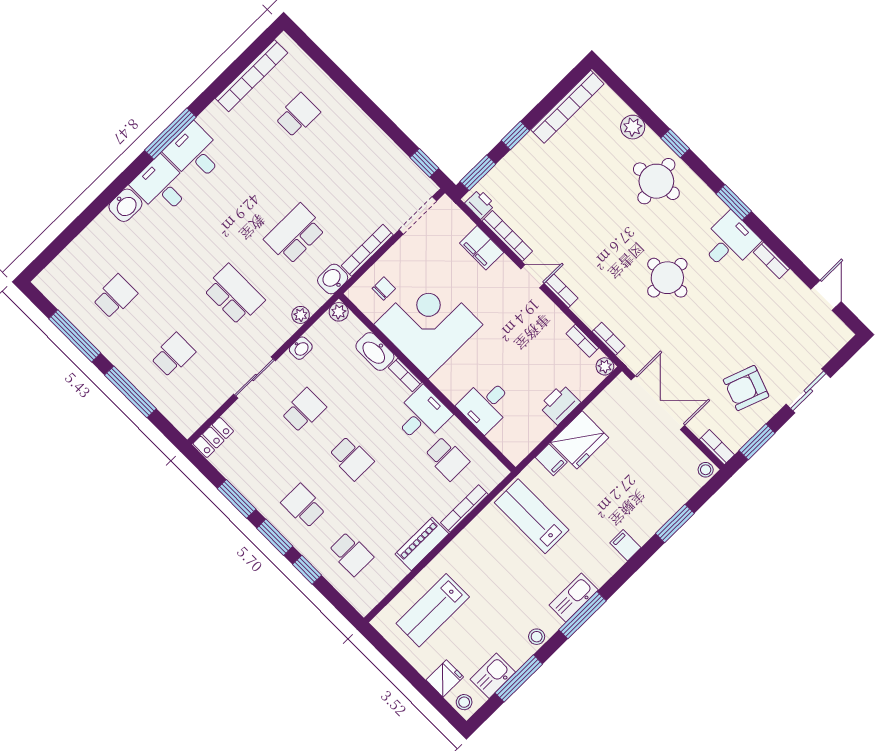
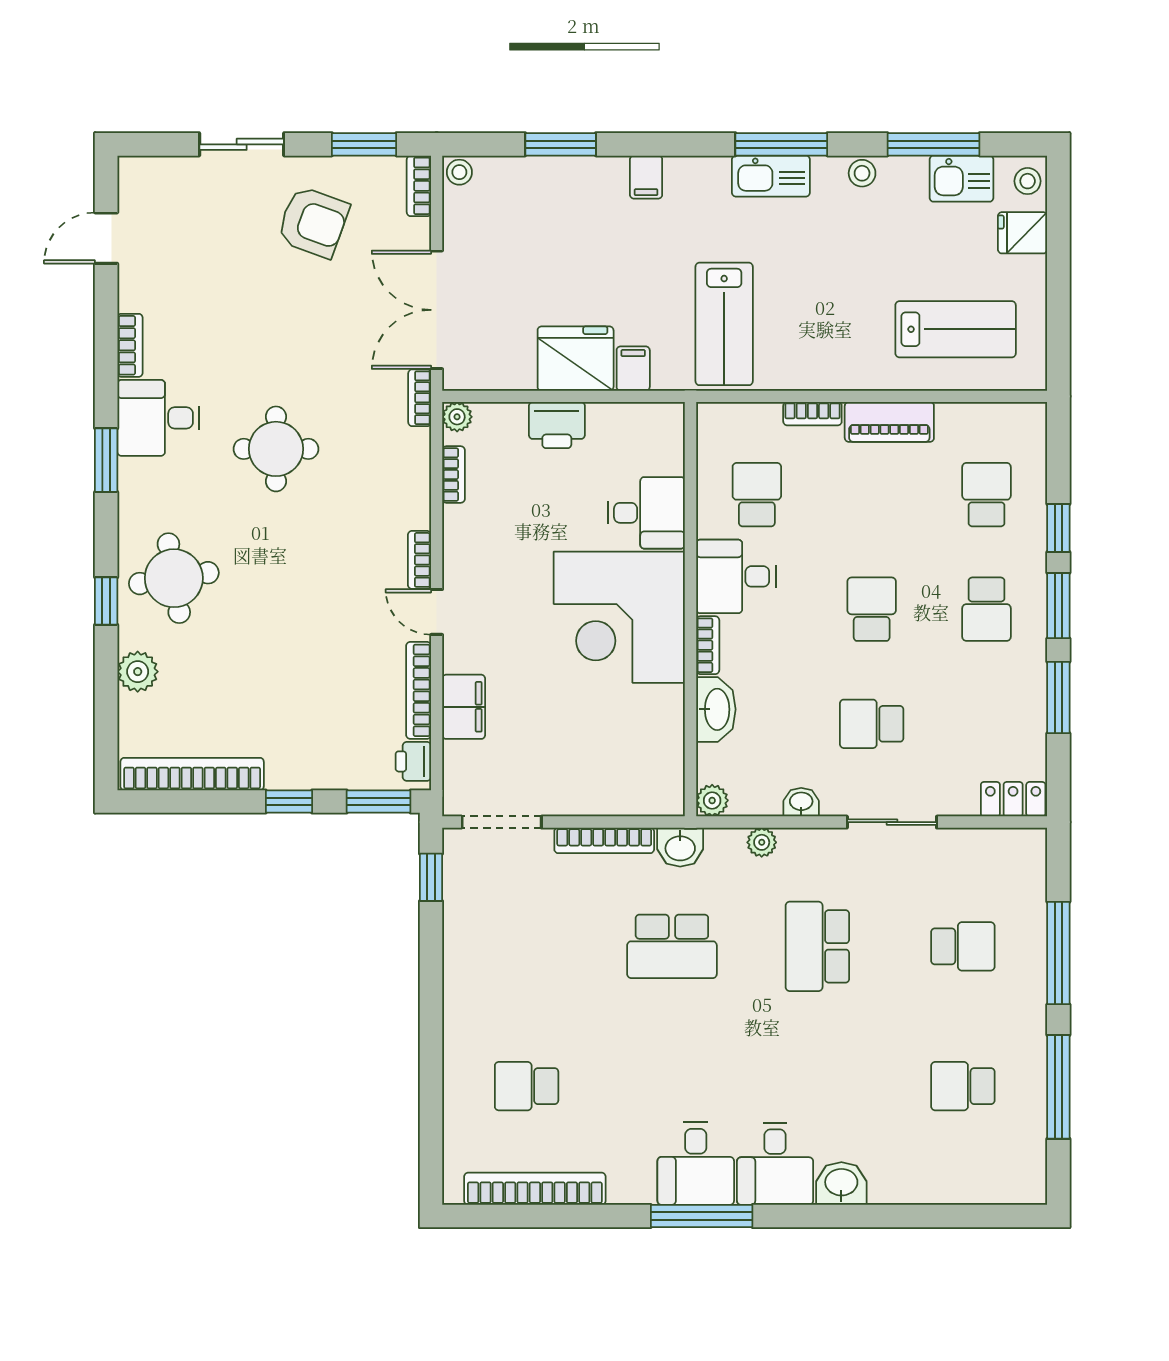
chair: (384, 289) -> (630, 775), removed
corner desk: (428, 325) -> (619, 617), moved
bookcase: (609, 339) -> (420, 398), moved
school desk: (173, 355) -> (963, 946), turned 180
bookcase: (464, 509) -> (812, 414), width x0.64

